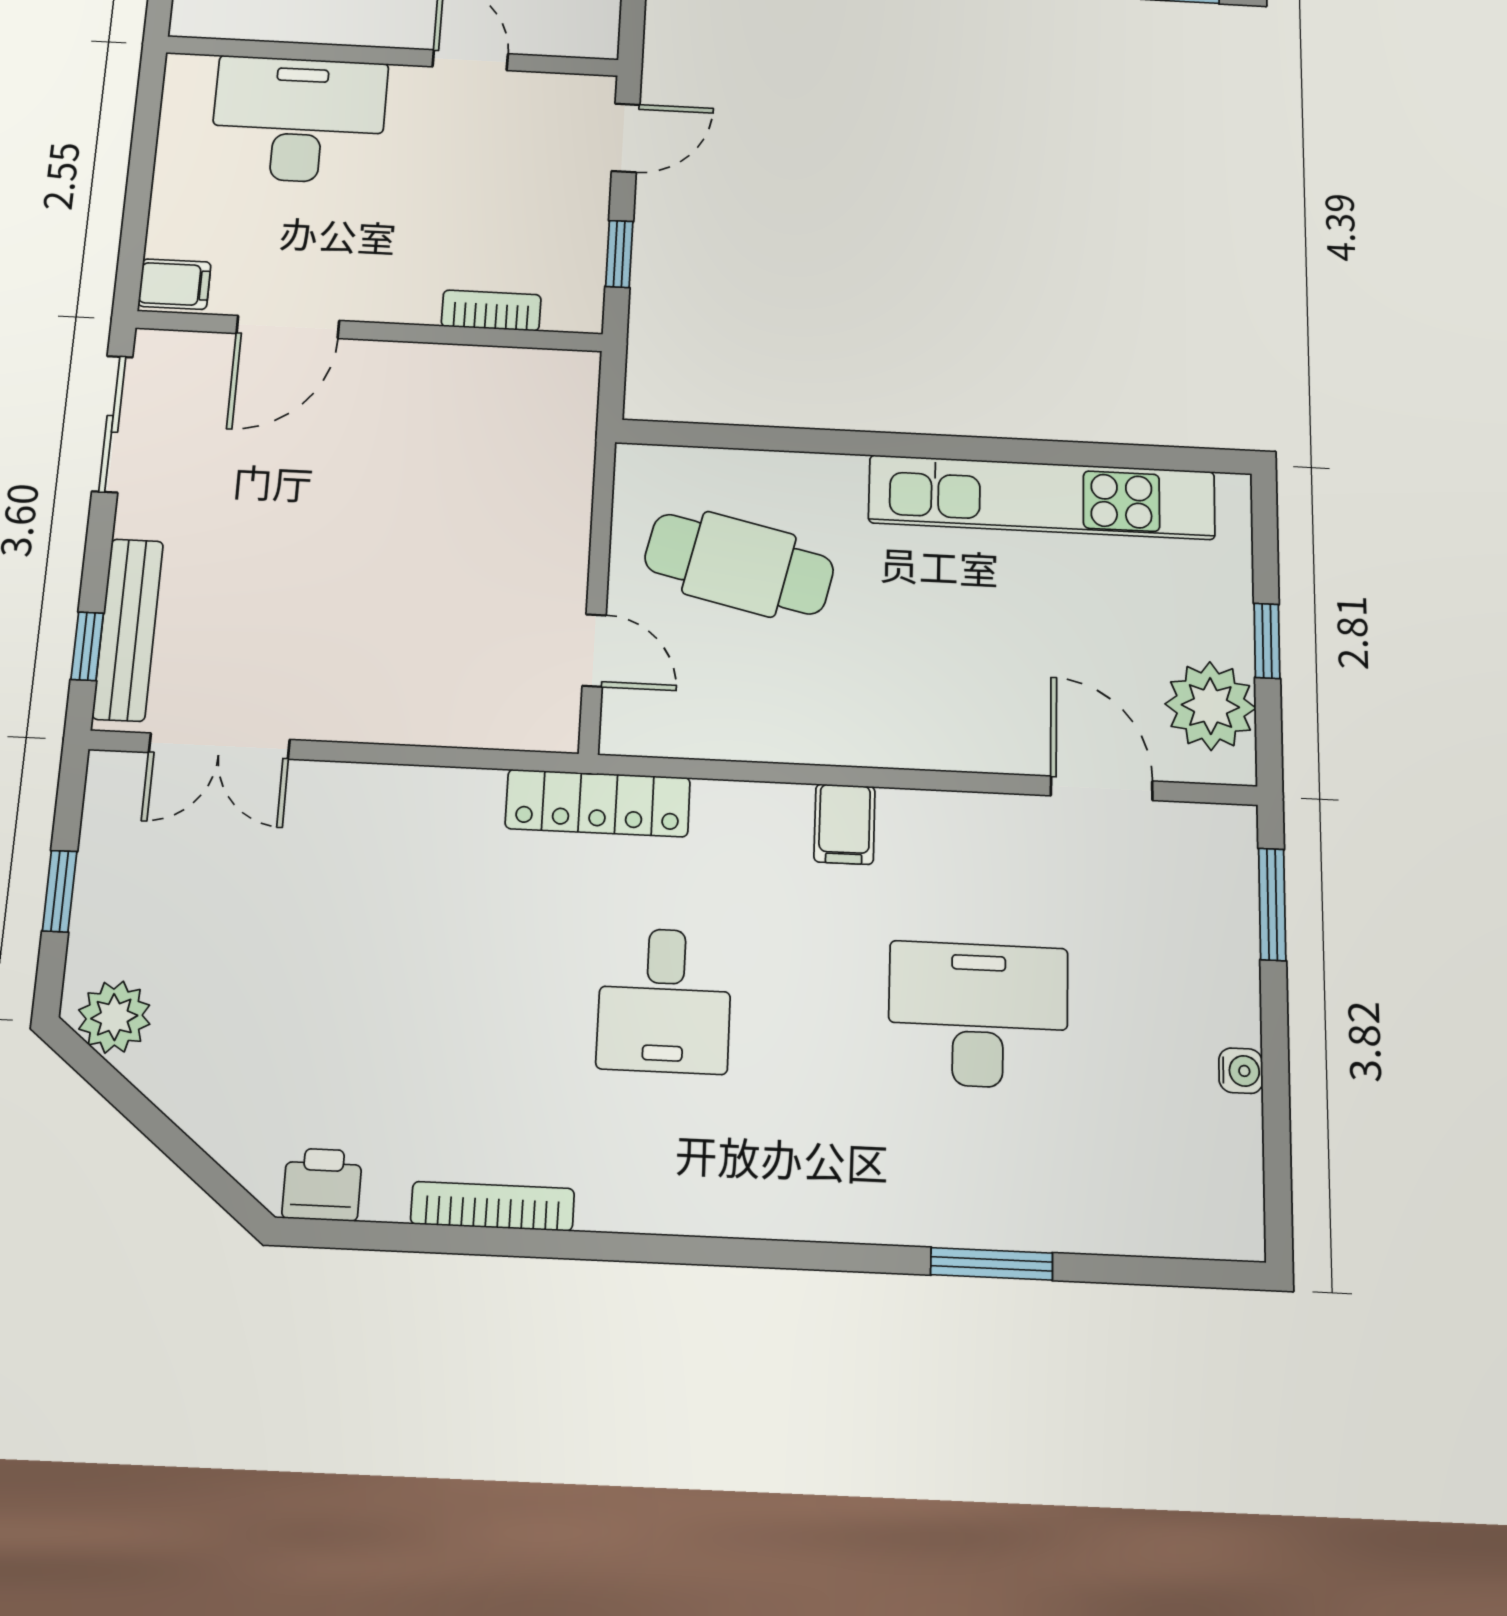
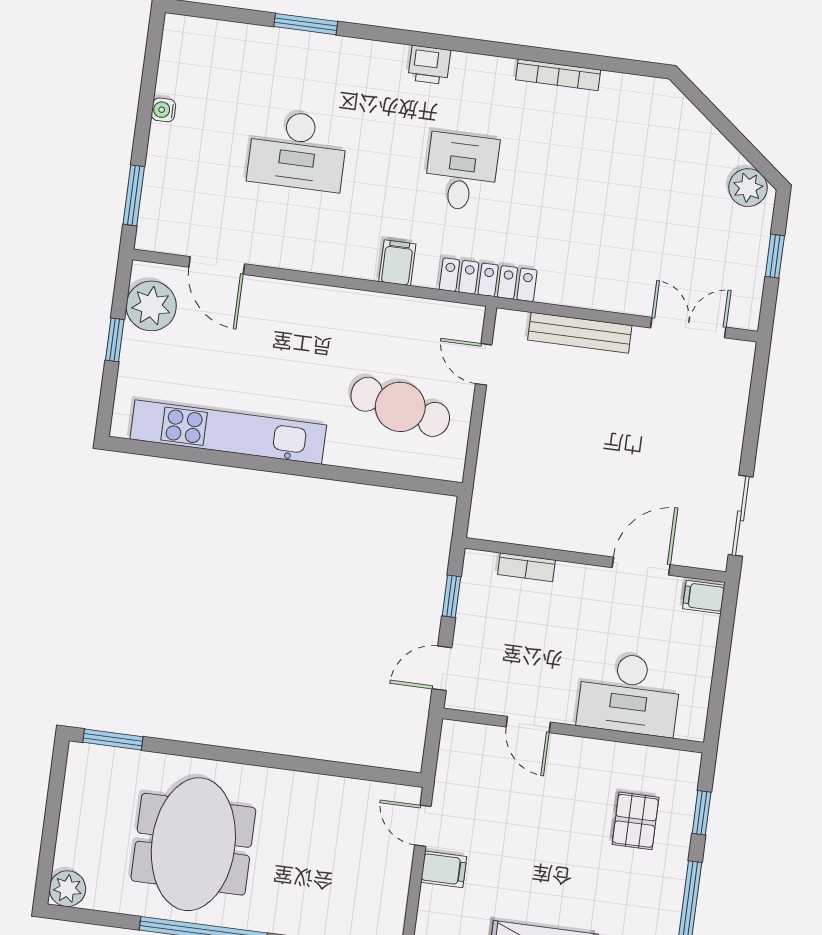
bench: (128, 630) -> (580, 333), moved, turned 90
window: (87, 646) -> (757, 389), removed
filing cabinet: (845, 824) -> (397, 263), moved
printer: (322, 1184) -> (429, 65), moved

